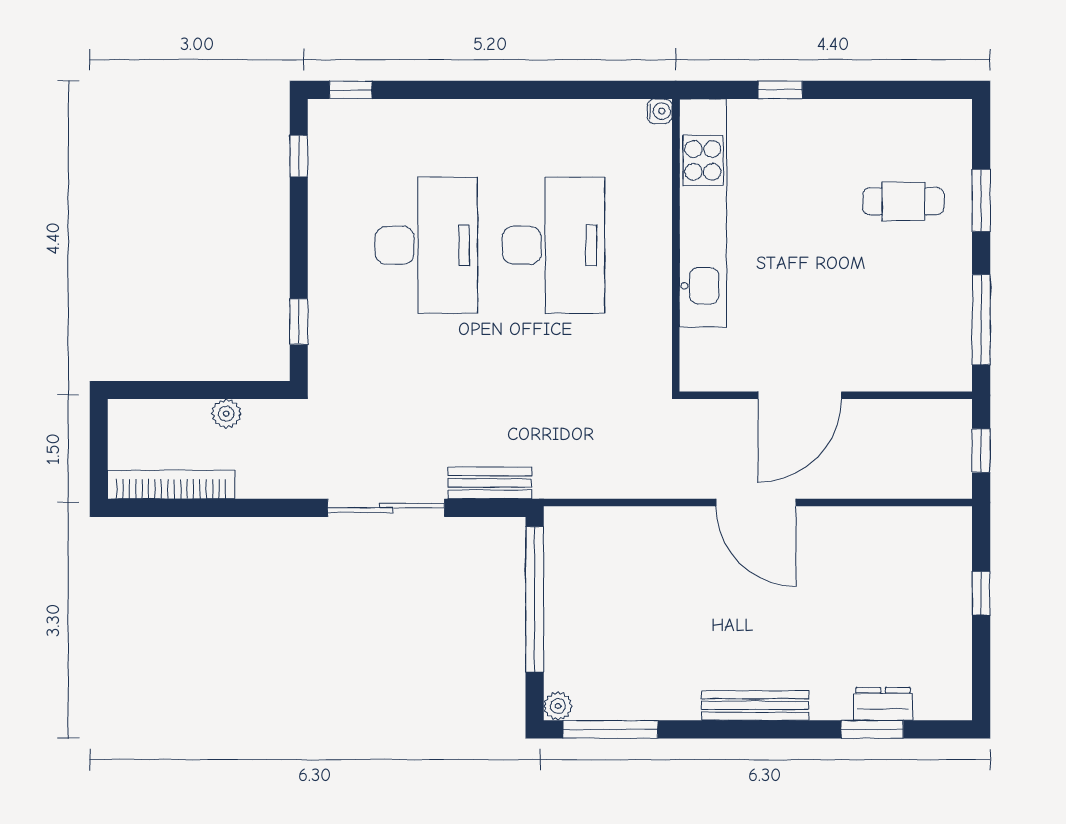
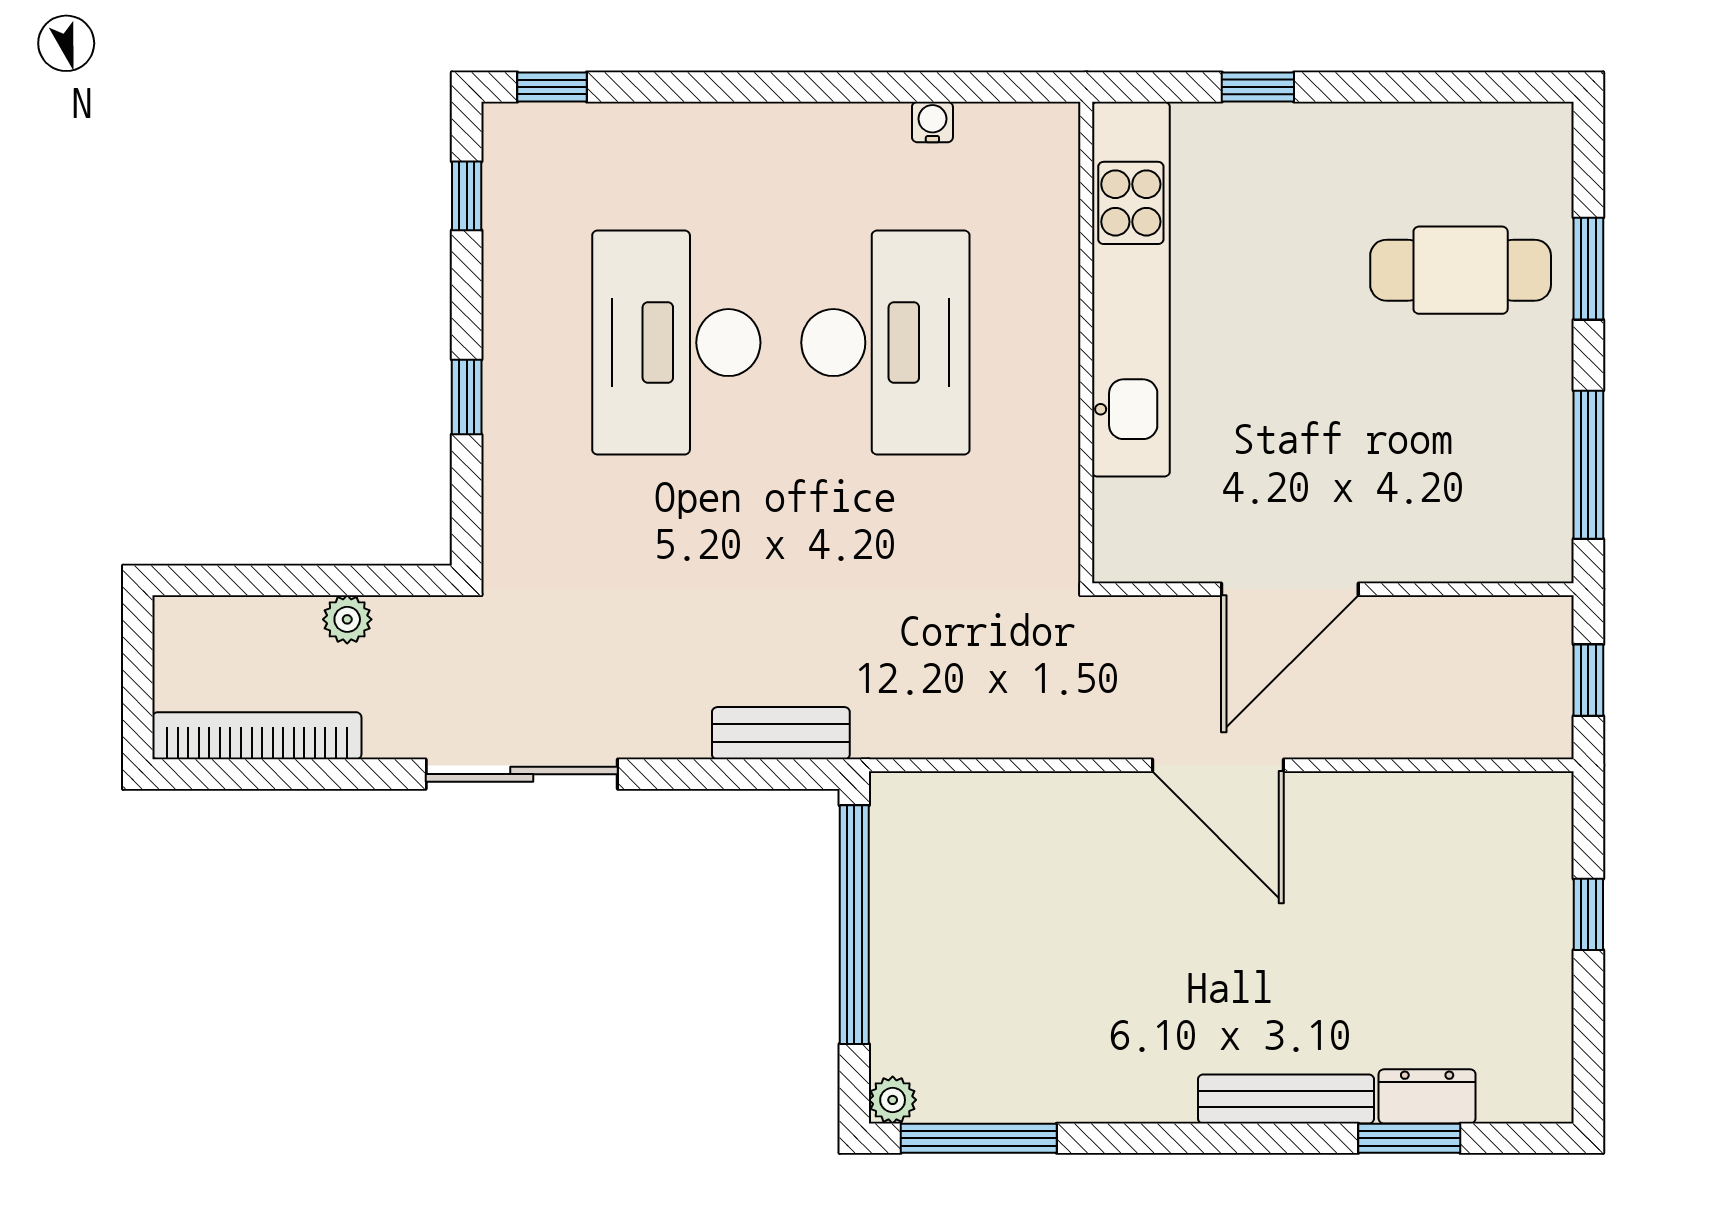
water cooler: (660, 111) -> (932, 122), moved, turned -90
cafe table: (903, 201) -> (1461, 270), width x1.37, depth x1.35
desk: (426, 245) -> (676, 343), turned 180
window: (299, 322) -> (467, 397), moved
sliding door: (386, 508) -> (522, 774), moved
bench: (755, 705) -> (1286, 1099), moved

